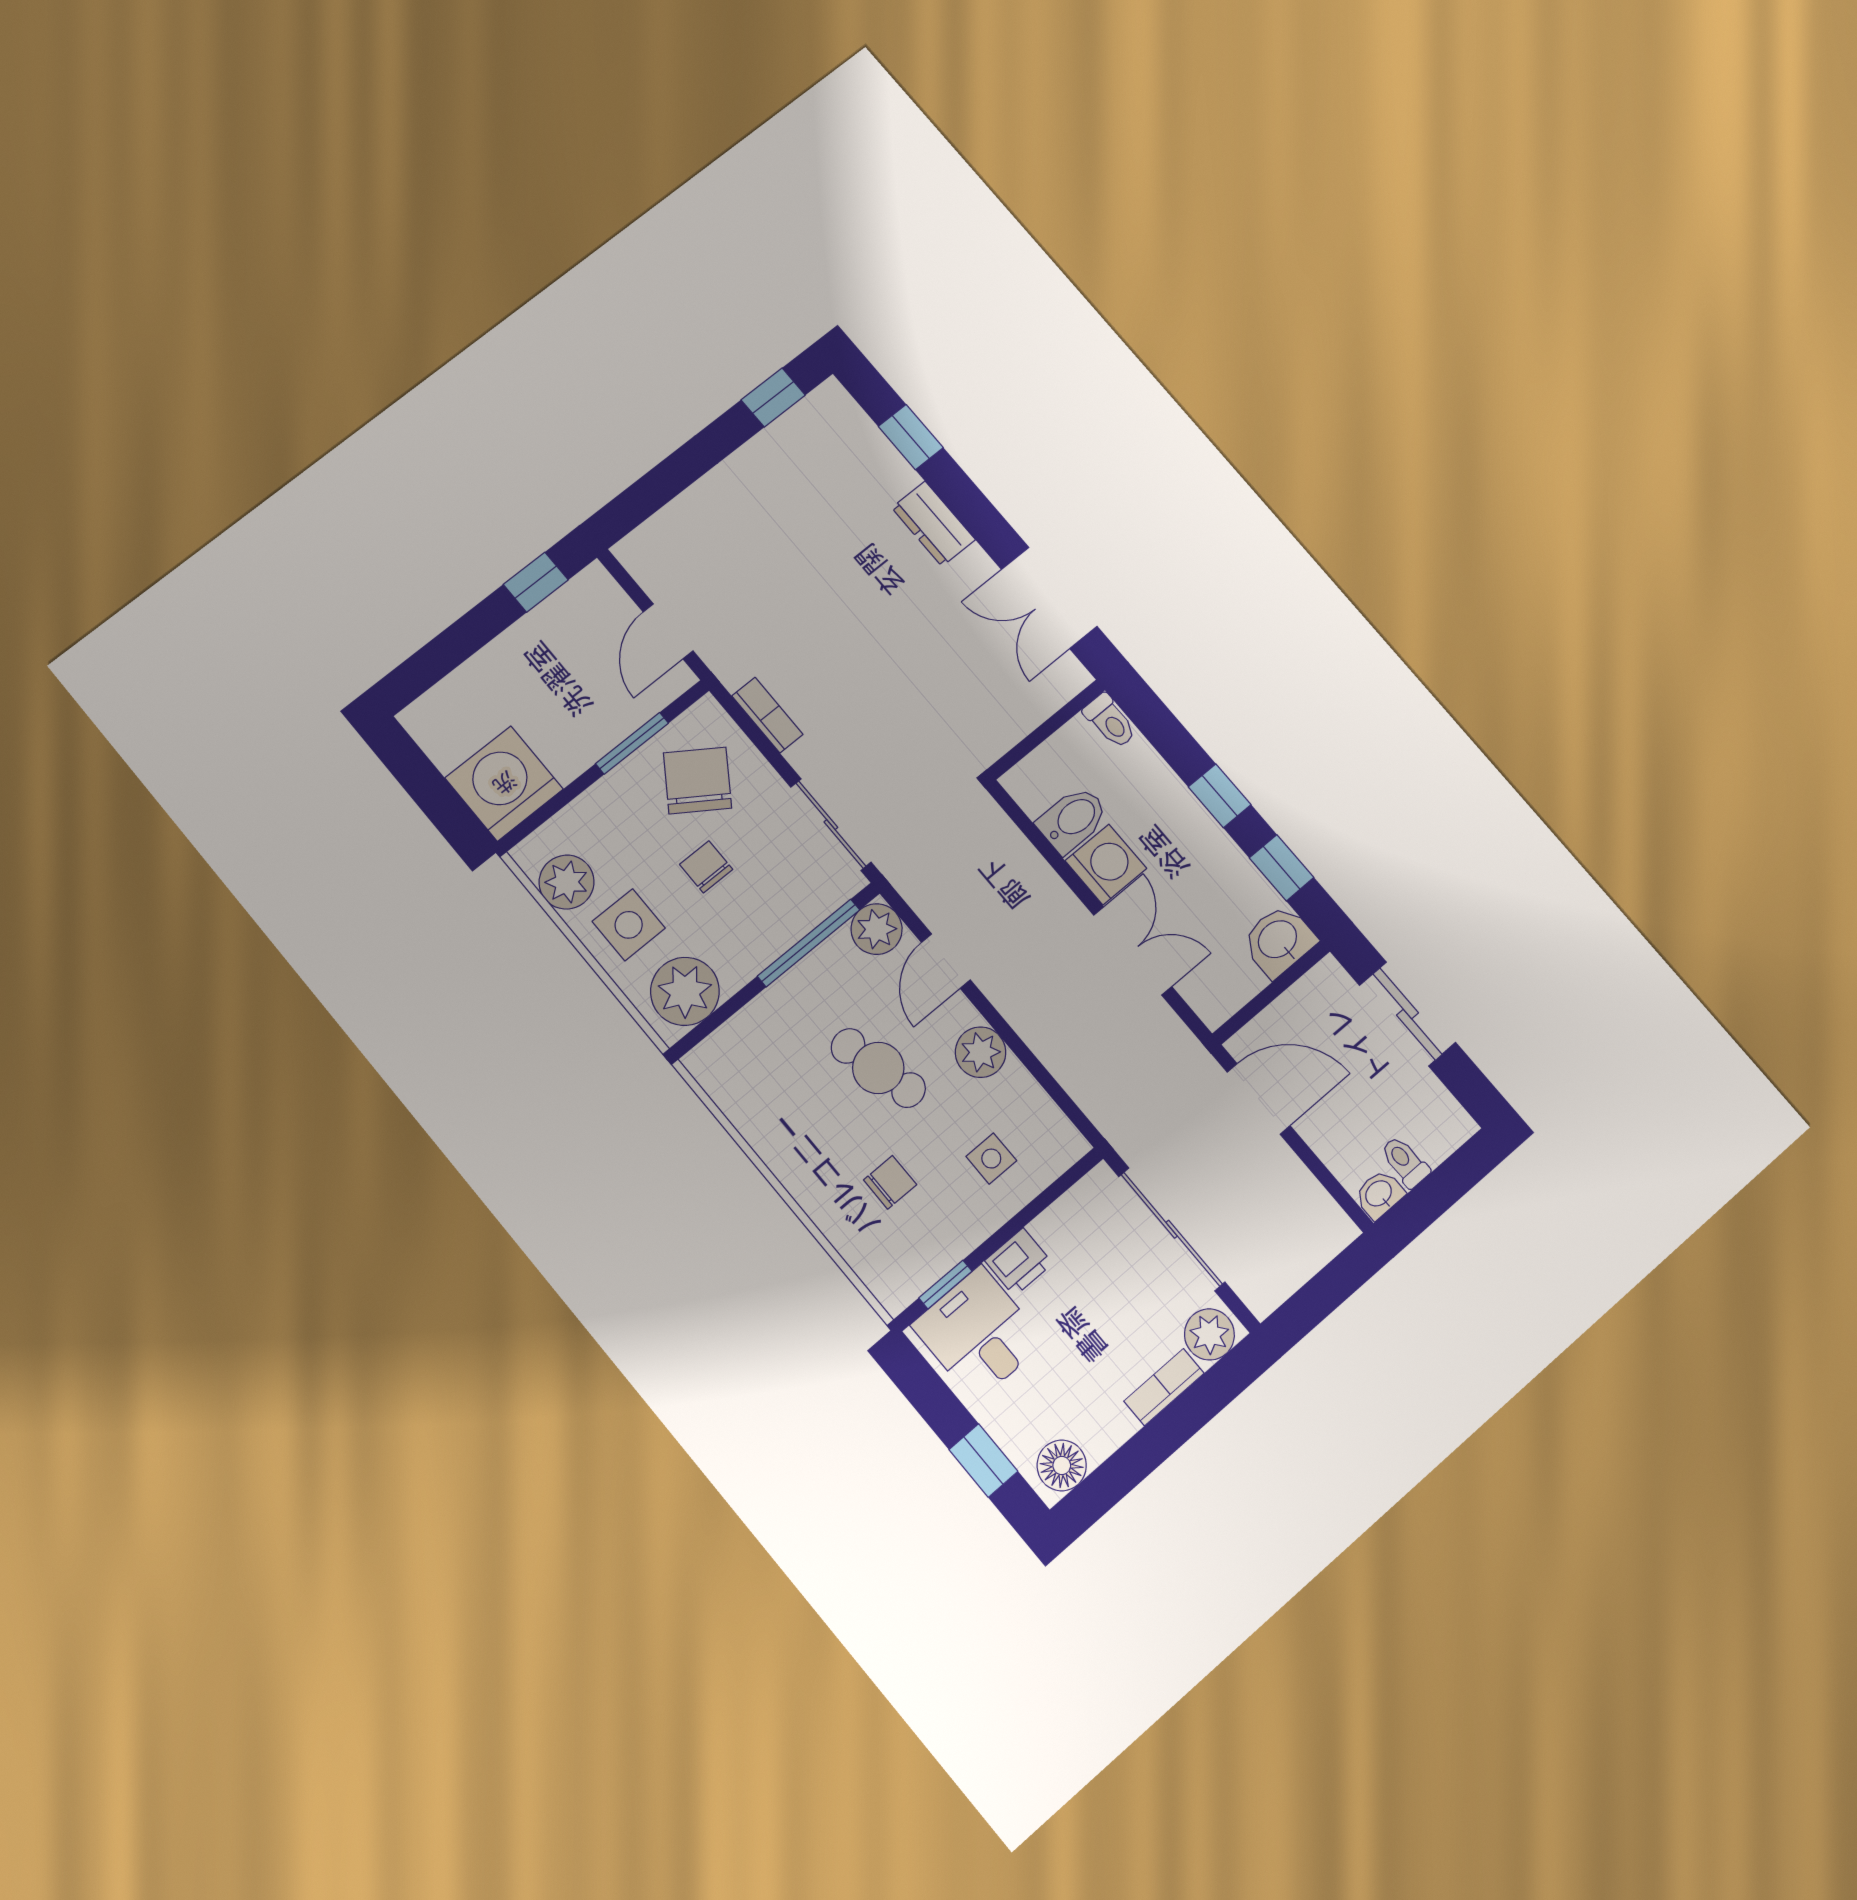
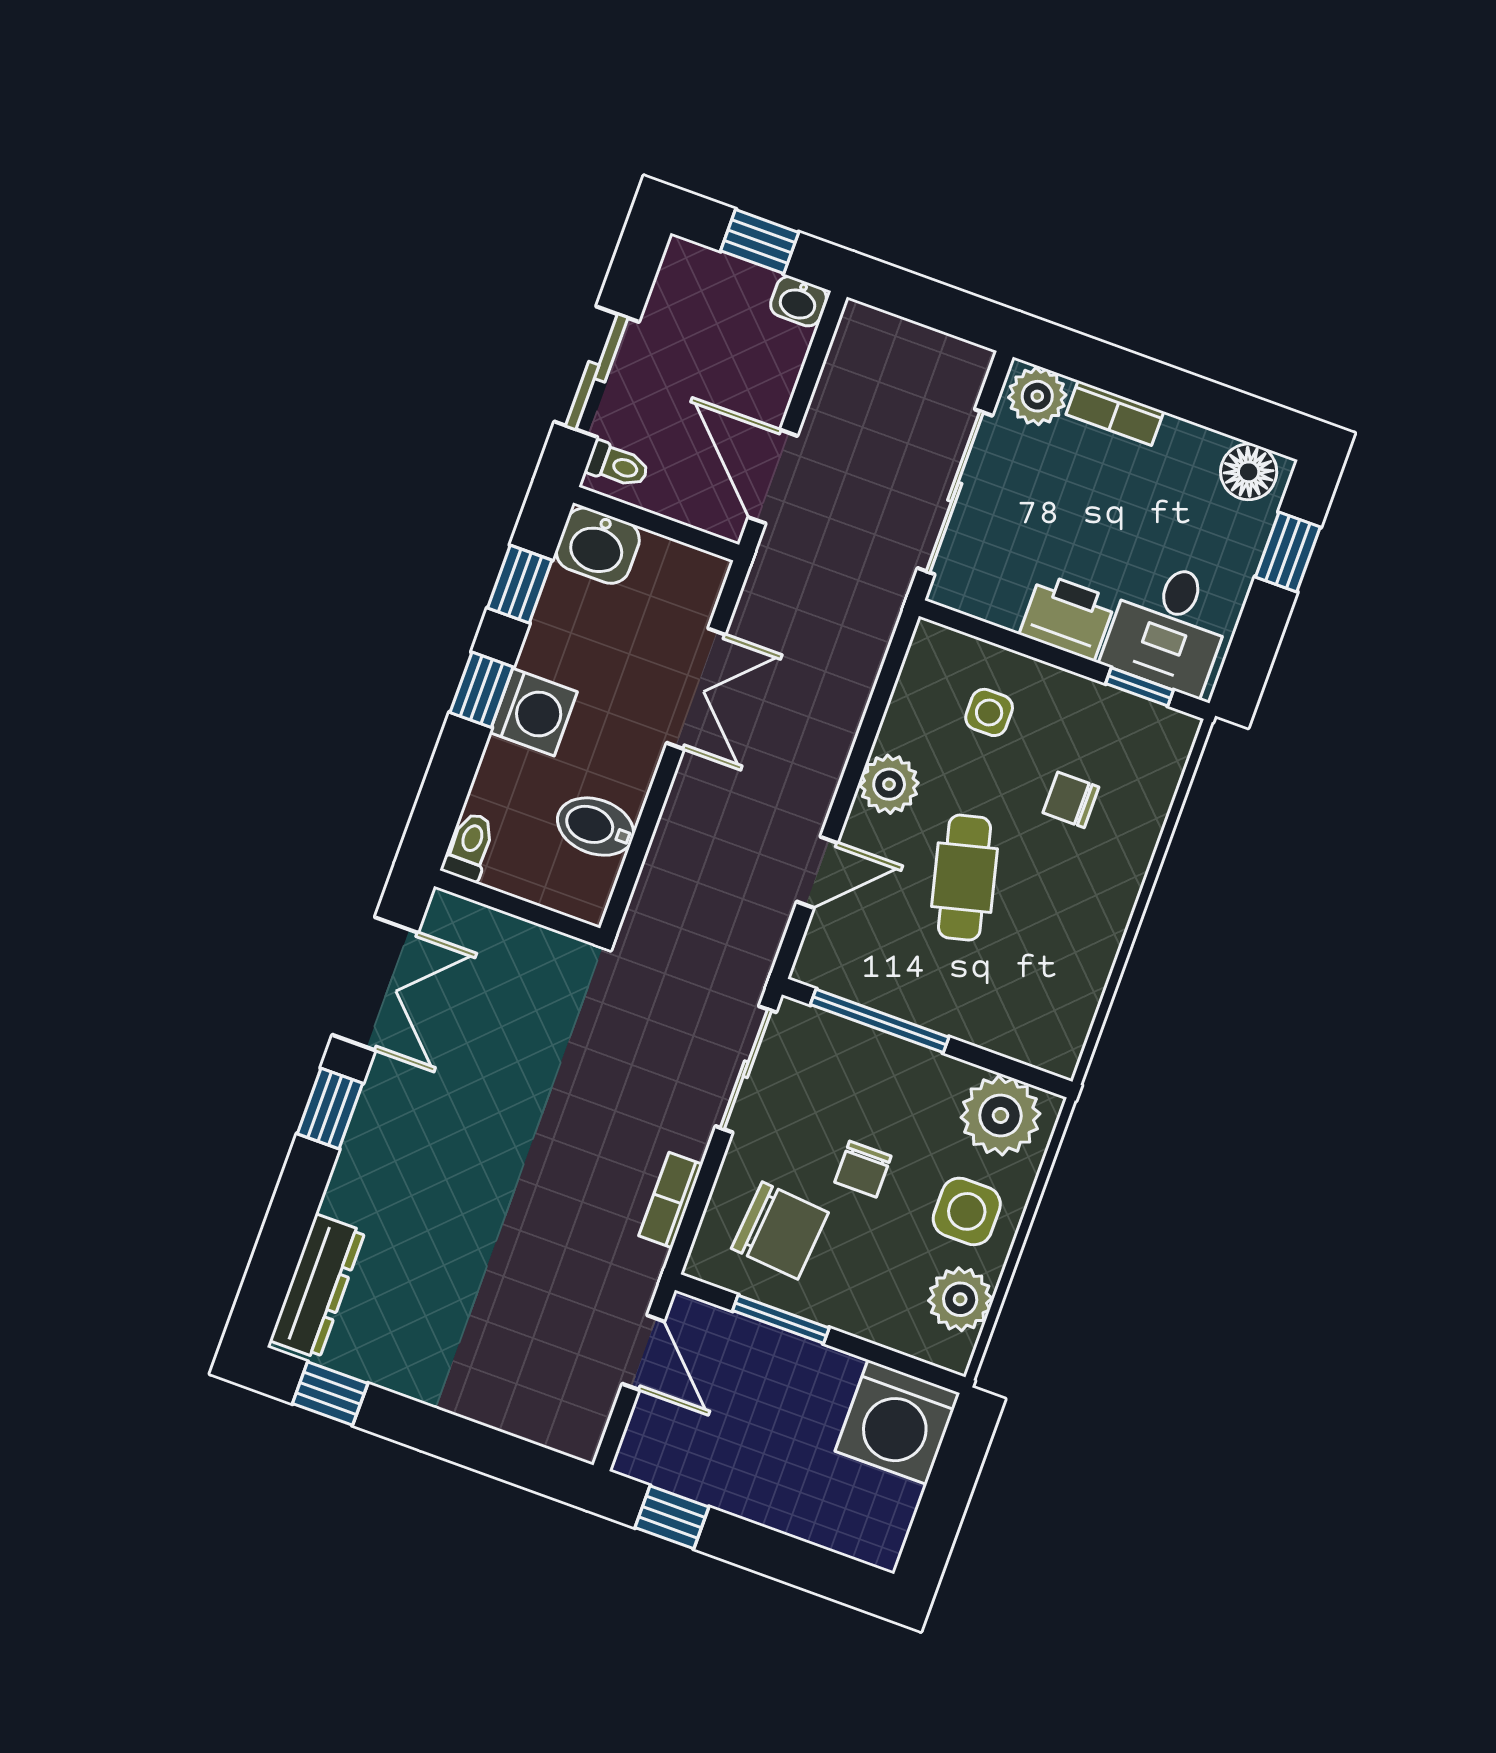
window: (911, 437) -> (330, 1108), moved
dresser: (933, 524) -> (317, 1286), moved, width x1.44
door: (668, 631) -> (643, 1353), hinge flipped
chair: (698, 780) -> (780, 1230), turned -119
washing machine: (1106, 865) -> (533, 712), moved, turned 180
plant: (877, 929) -> (826, 961), removed
double door: (1133, 951) -> (696, 689), swing flipped
toilet: (1405, 1162) -> (618, 465), moved, turned -90
window: (1439, 1191) -> (760, 242), added
printer: (1019, 1262) -> (1068, 617), width x1.36, depth x1.24

